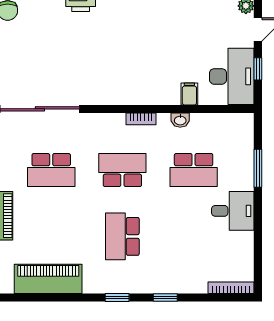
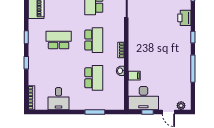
school desk: (194, 170) -> (94, 78), turned 180
desk: (233, 211) -> (59, 99), moved

